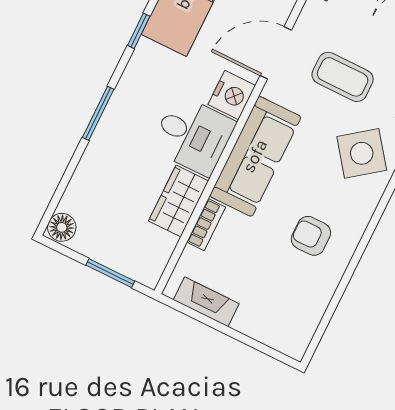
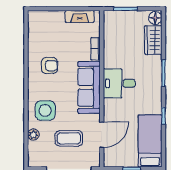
nightstand: (232, 95) -> (111, 108), removed
side table: (362, 153) -> (45, 110), turned 37
wardrobe: (179, 201) -> (153, 40), moved, turned 180

